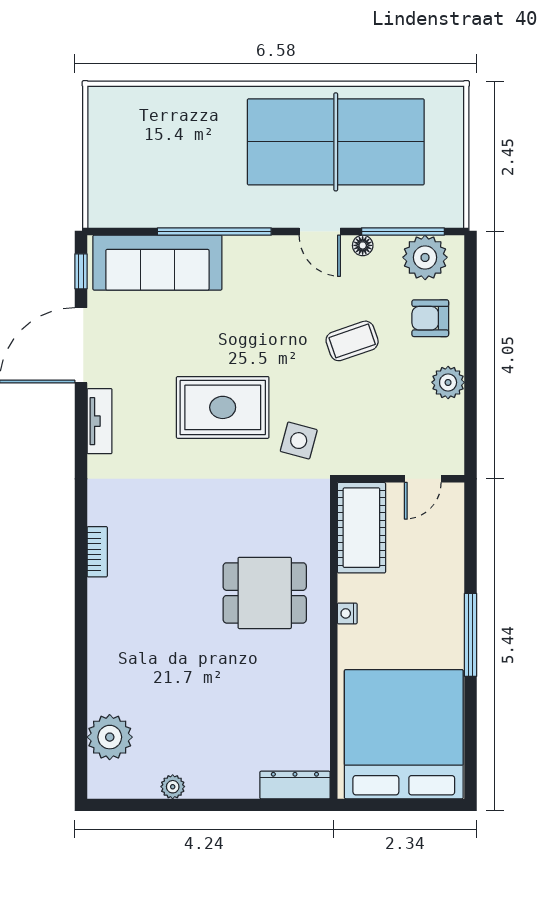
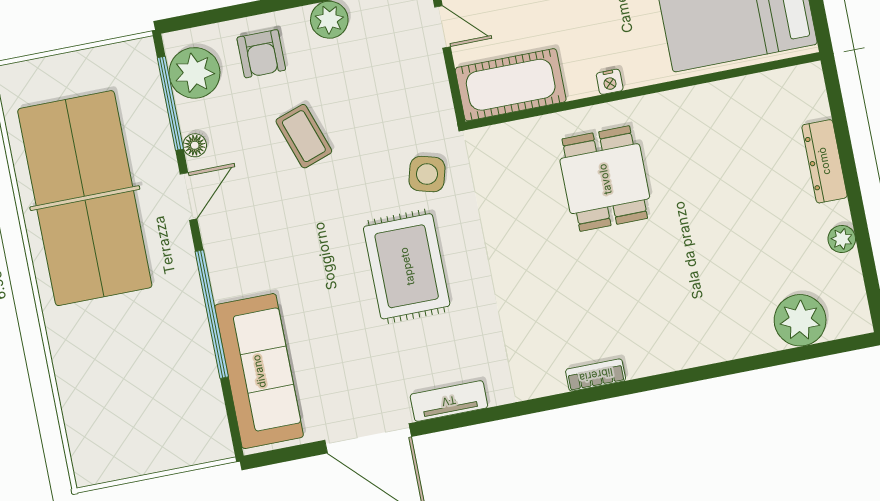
window: (81, 271) -> (286, 455), removed
dresser: (295, 785) -> (824, 161), moved

